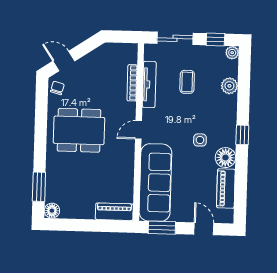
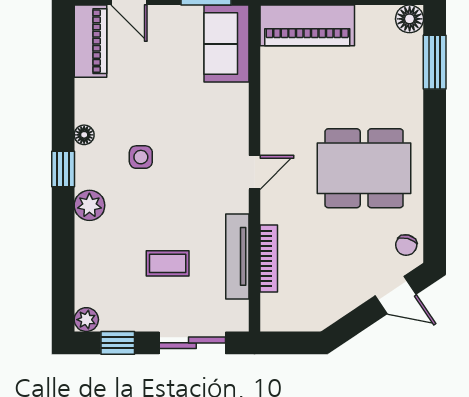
coffee table: (187, 82) -> (168, 263), turned 90
plant: (229, 86) -> (89, 205), moved
floor lamp: (225, 158) -> (84, 135), width x0.53, depth x0.53
sofa: (155, 182) -> (227, 44), width x0.54, depth x0.79
piano: (226, 189) -> (90, 41), moved
piano: (114, 212) -> (307, 25), width x1.37, depth x1.33

